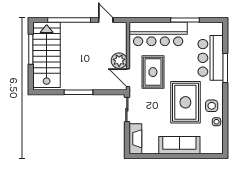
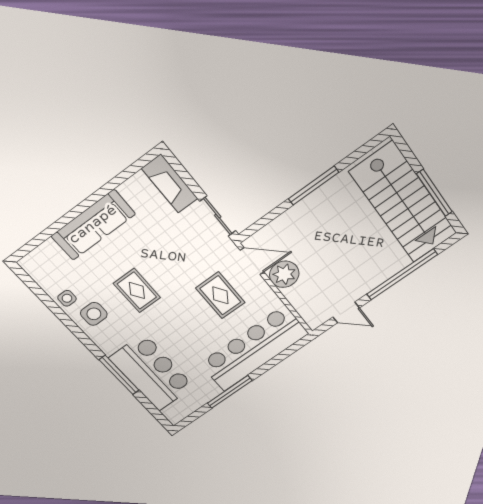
rug: (153, 72) -> (220, 295), width x0.73, depth x0.70
rug: (185, 102) -> (137, 290), width x0.54, depth x0.49

